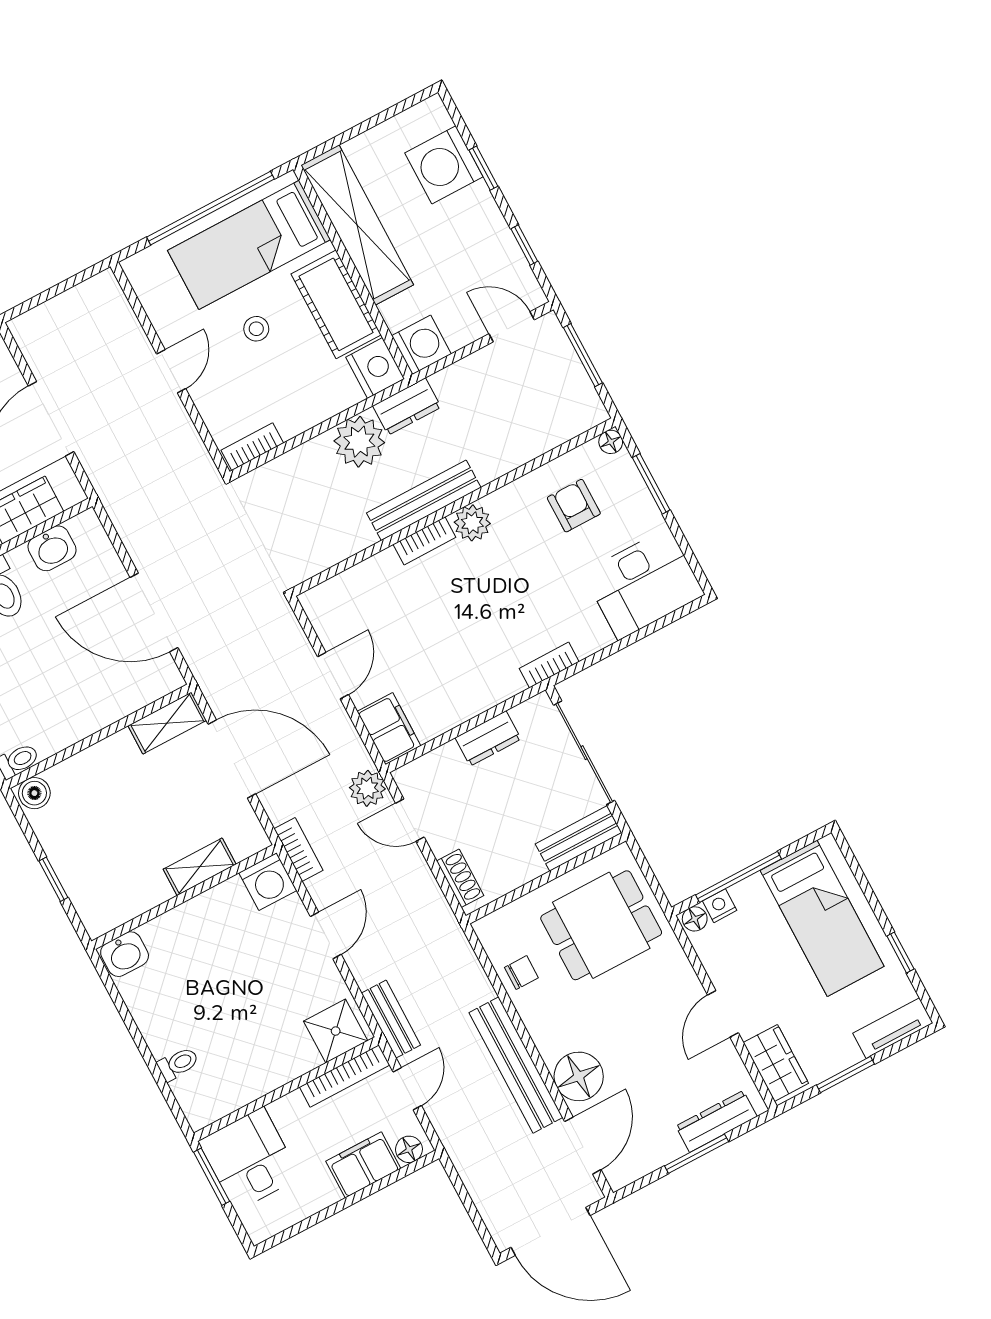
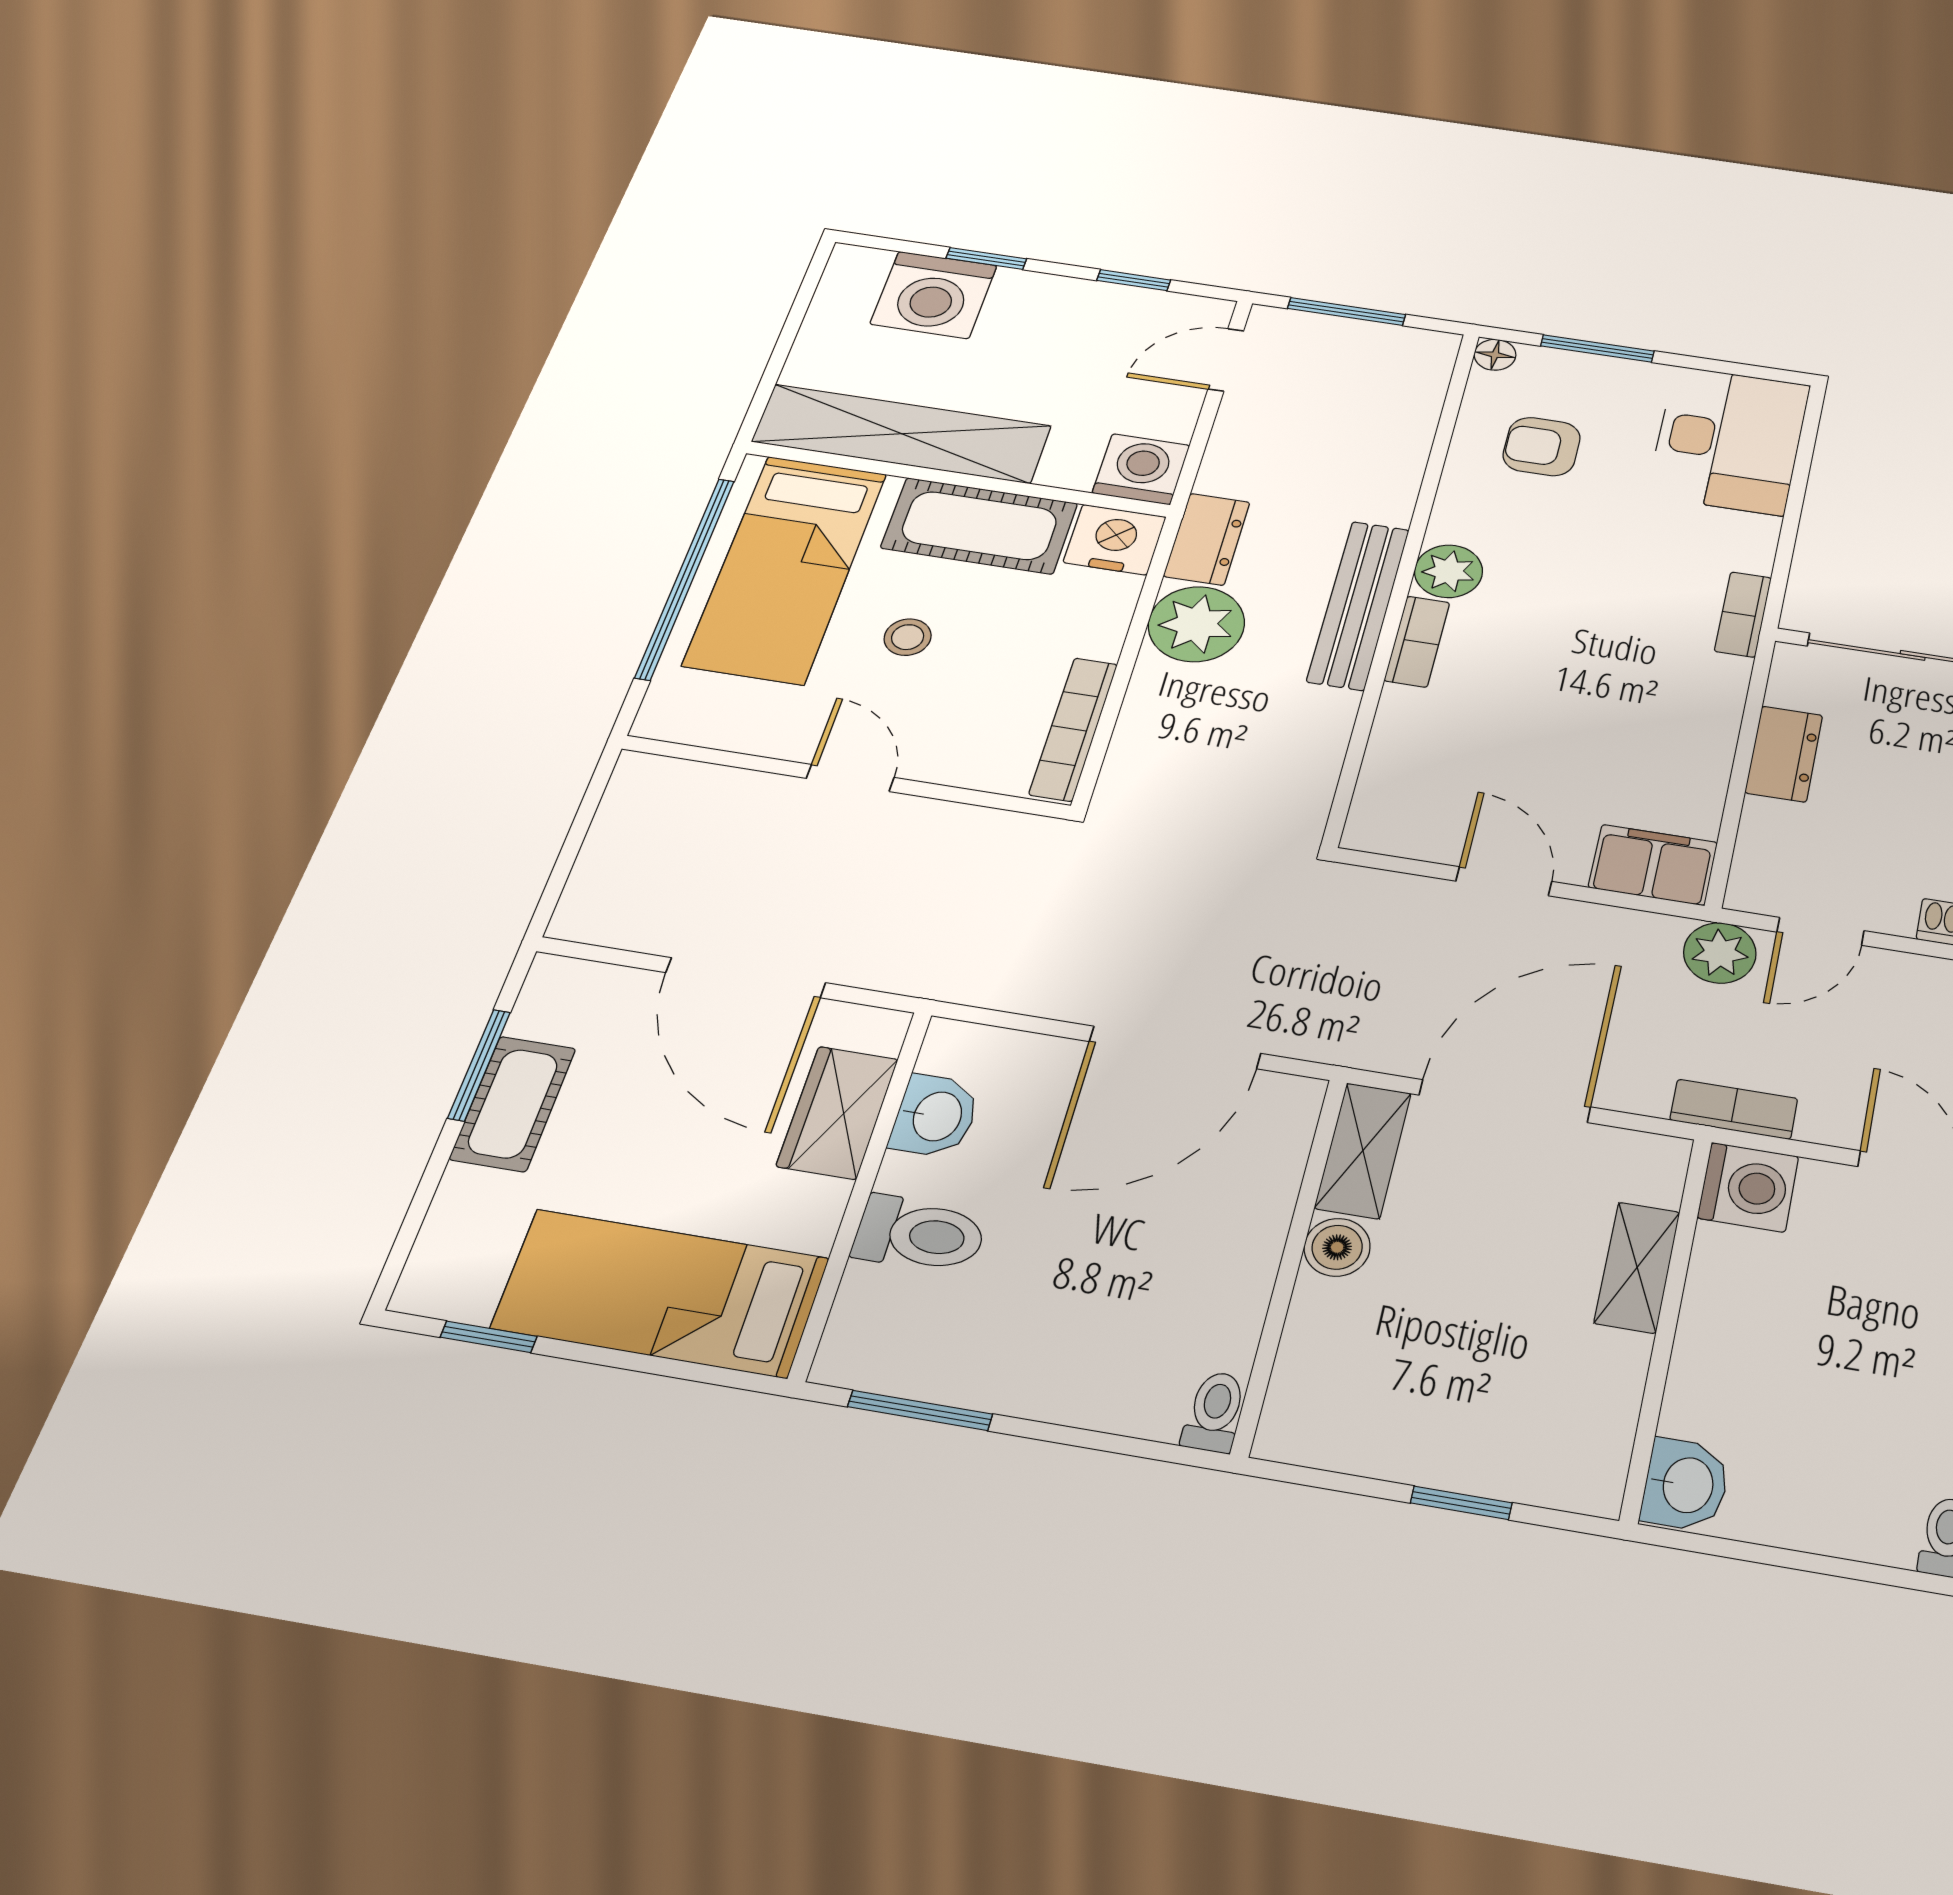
bookcase: (252, 447) -> (1073, 729), width x1.56
boiler: (34, 793) -> (1337, 1247), moved

